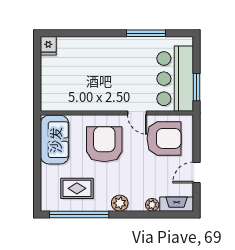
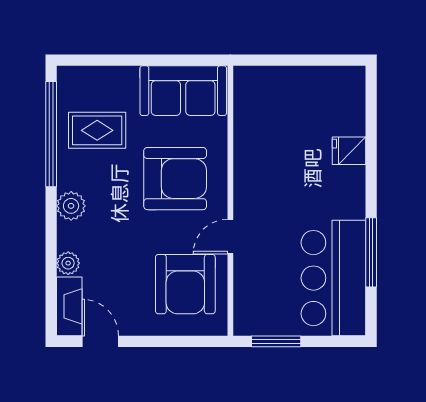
fridge: (48, 46) -> (349, 151), moved
bar counter: (175, 79) -> (333, 278), moved, turned -90
door: (196, 173) -> (100, 341), moved
rug: (77, 188) -> (97, 130), turned 90

